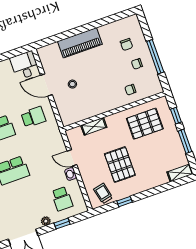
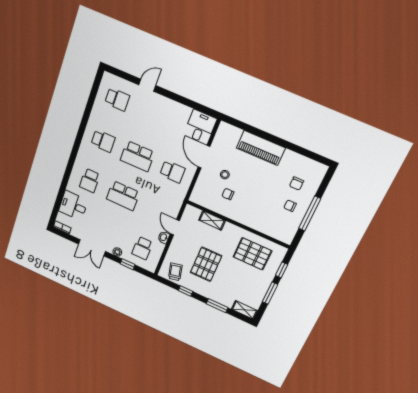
chair: (130, 90) -> (228, 194), moved
window: (158, 190) -> (217, 306), added

